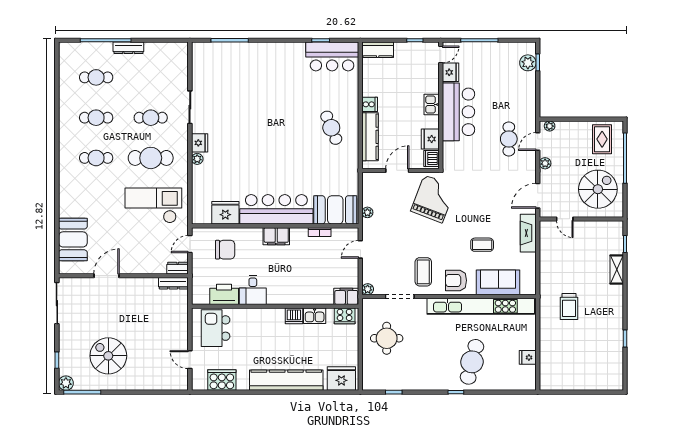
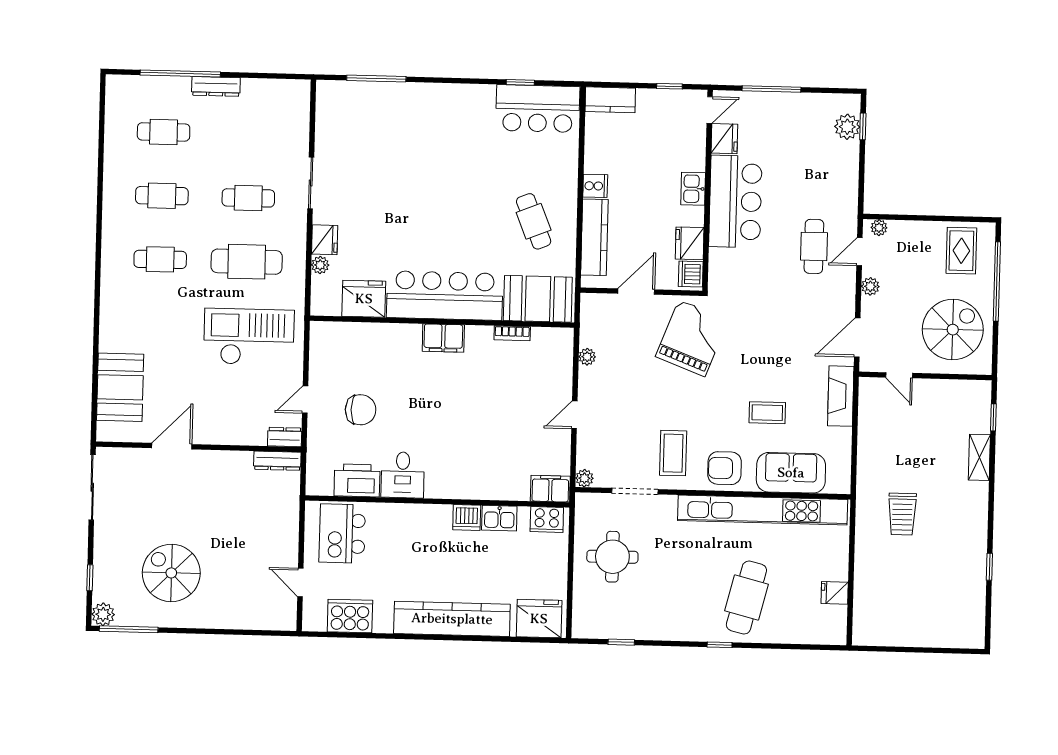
bar counter: (276, 209) -> (445, 296), moved
booth: (335, 210) -> (538, 299), moved
fridge: (225, 213) -> (364, 299), moved
wall: (275, 226) -> (442, 322), moved
bookcase: (320, 232) -> (512, 333), moved
filing cabinet: (276, 236) -> (443, 338), moved

